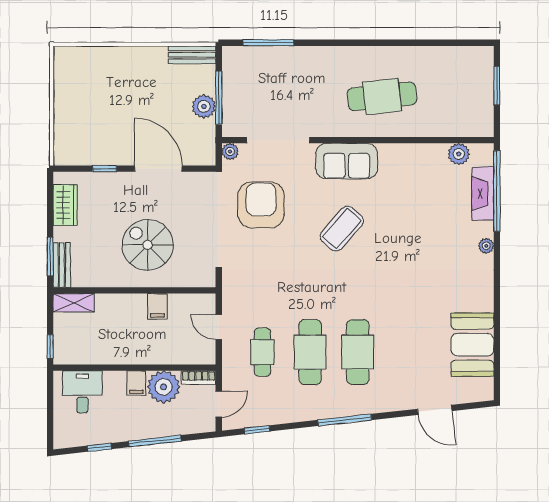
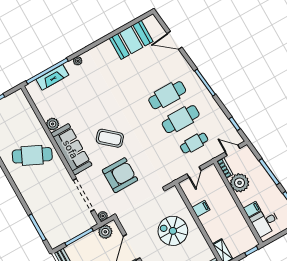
cafe table: (382, 96) -> (32, 155), turned -59
plant: (204, 106) -> (105, 232), moved
plant: (459, 154) -> (53, 124), moved
sofa: (347, 161) -> (71, 149), width x1.36
armchair: (261, 205) -> (120, 175), moved, turned 180
spiral stairs: (148, 245) -> (173, 231), turned 90
filing cabinet: (136, 383) -> (252, 209), moved
door: (435, 410) -> (174, 40), swing flipped

